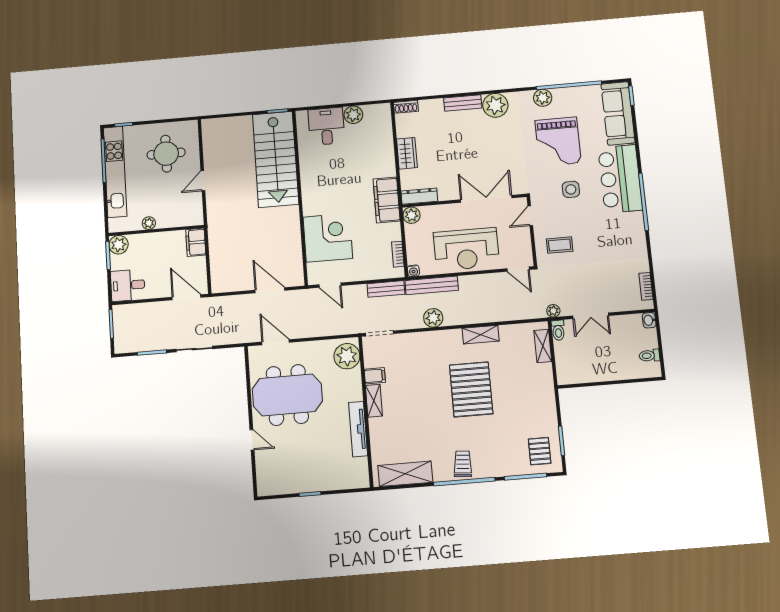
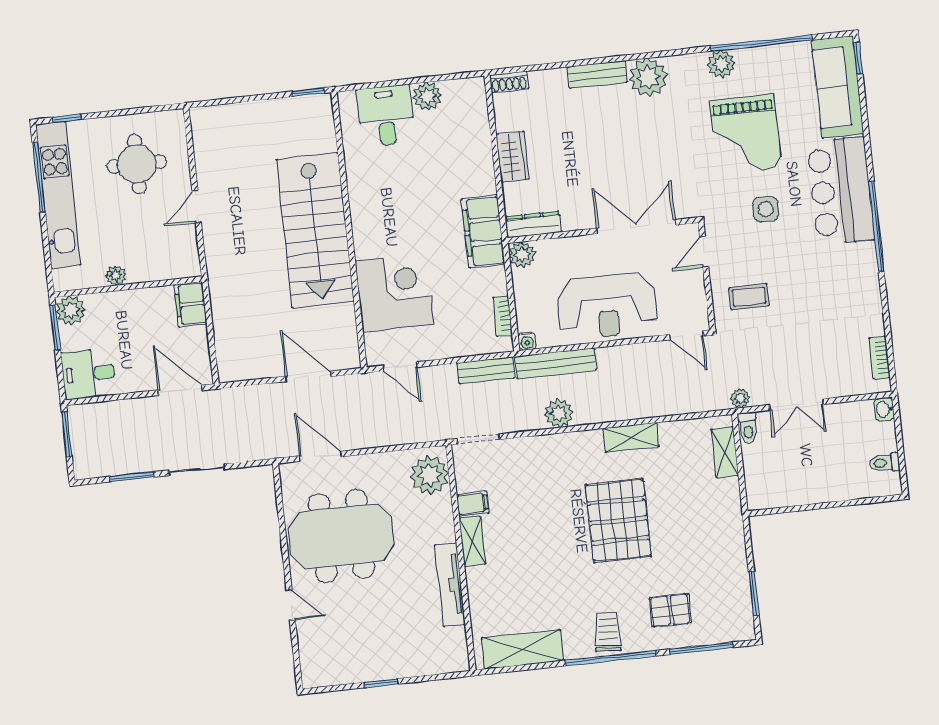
stairs: (276, 159) -> (315, 230), moved
pallet: (540, 451) -> (670, 610), moved, turned 90

